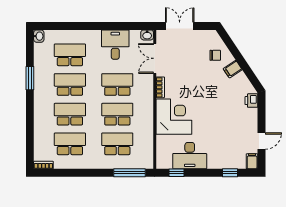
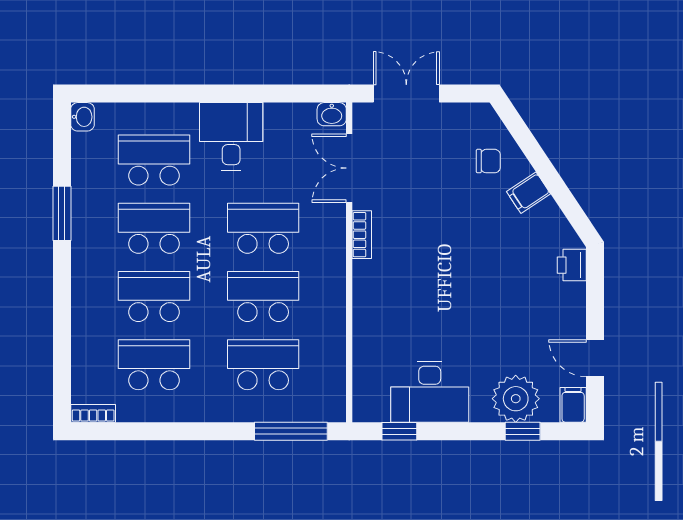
desk: (115, 45) -> (231, 136), moved
corner desk: (174, 117) -> (393, 302), removed
door: (262, 141) -> (595, 358), swing flipped
plant: (227, 159) -> (516, 399), added

